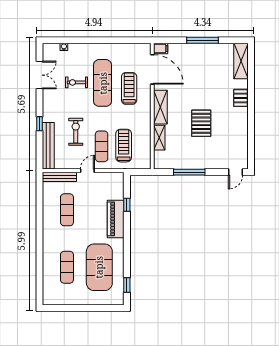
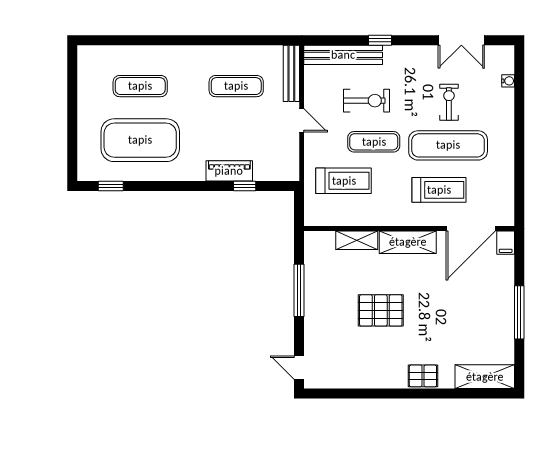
exercise mat: (102, 146) -> (374, 142), moved
piano: (116, 219) -> (229, 171), width x0.73, depth x0.75

